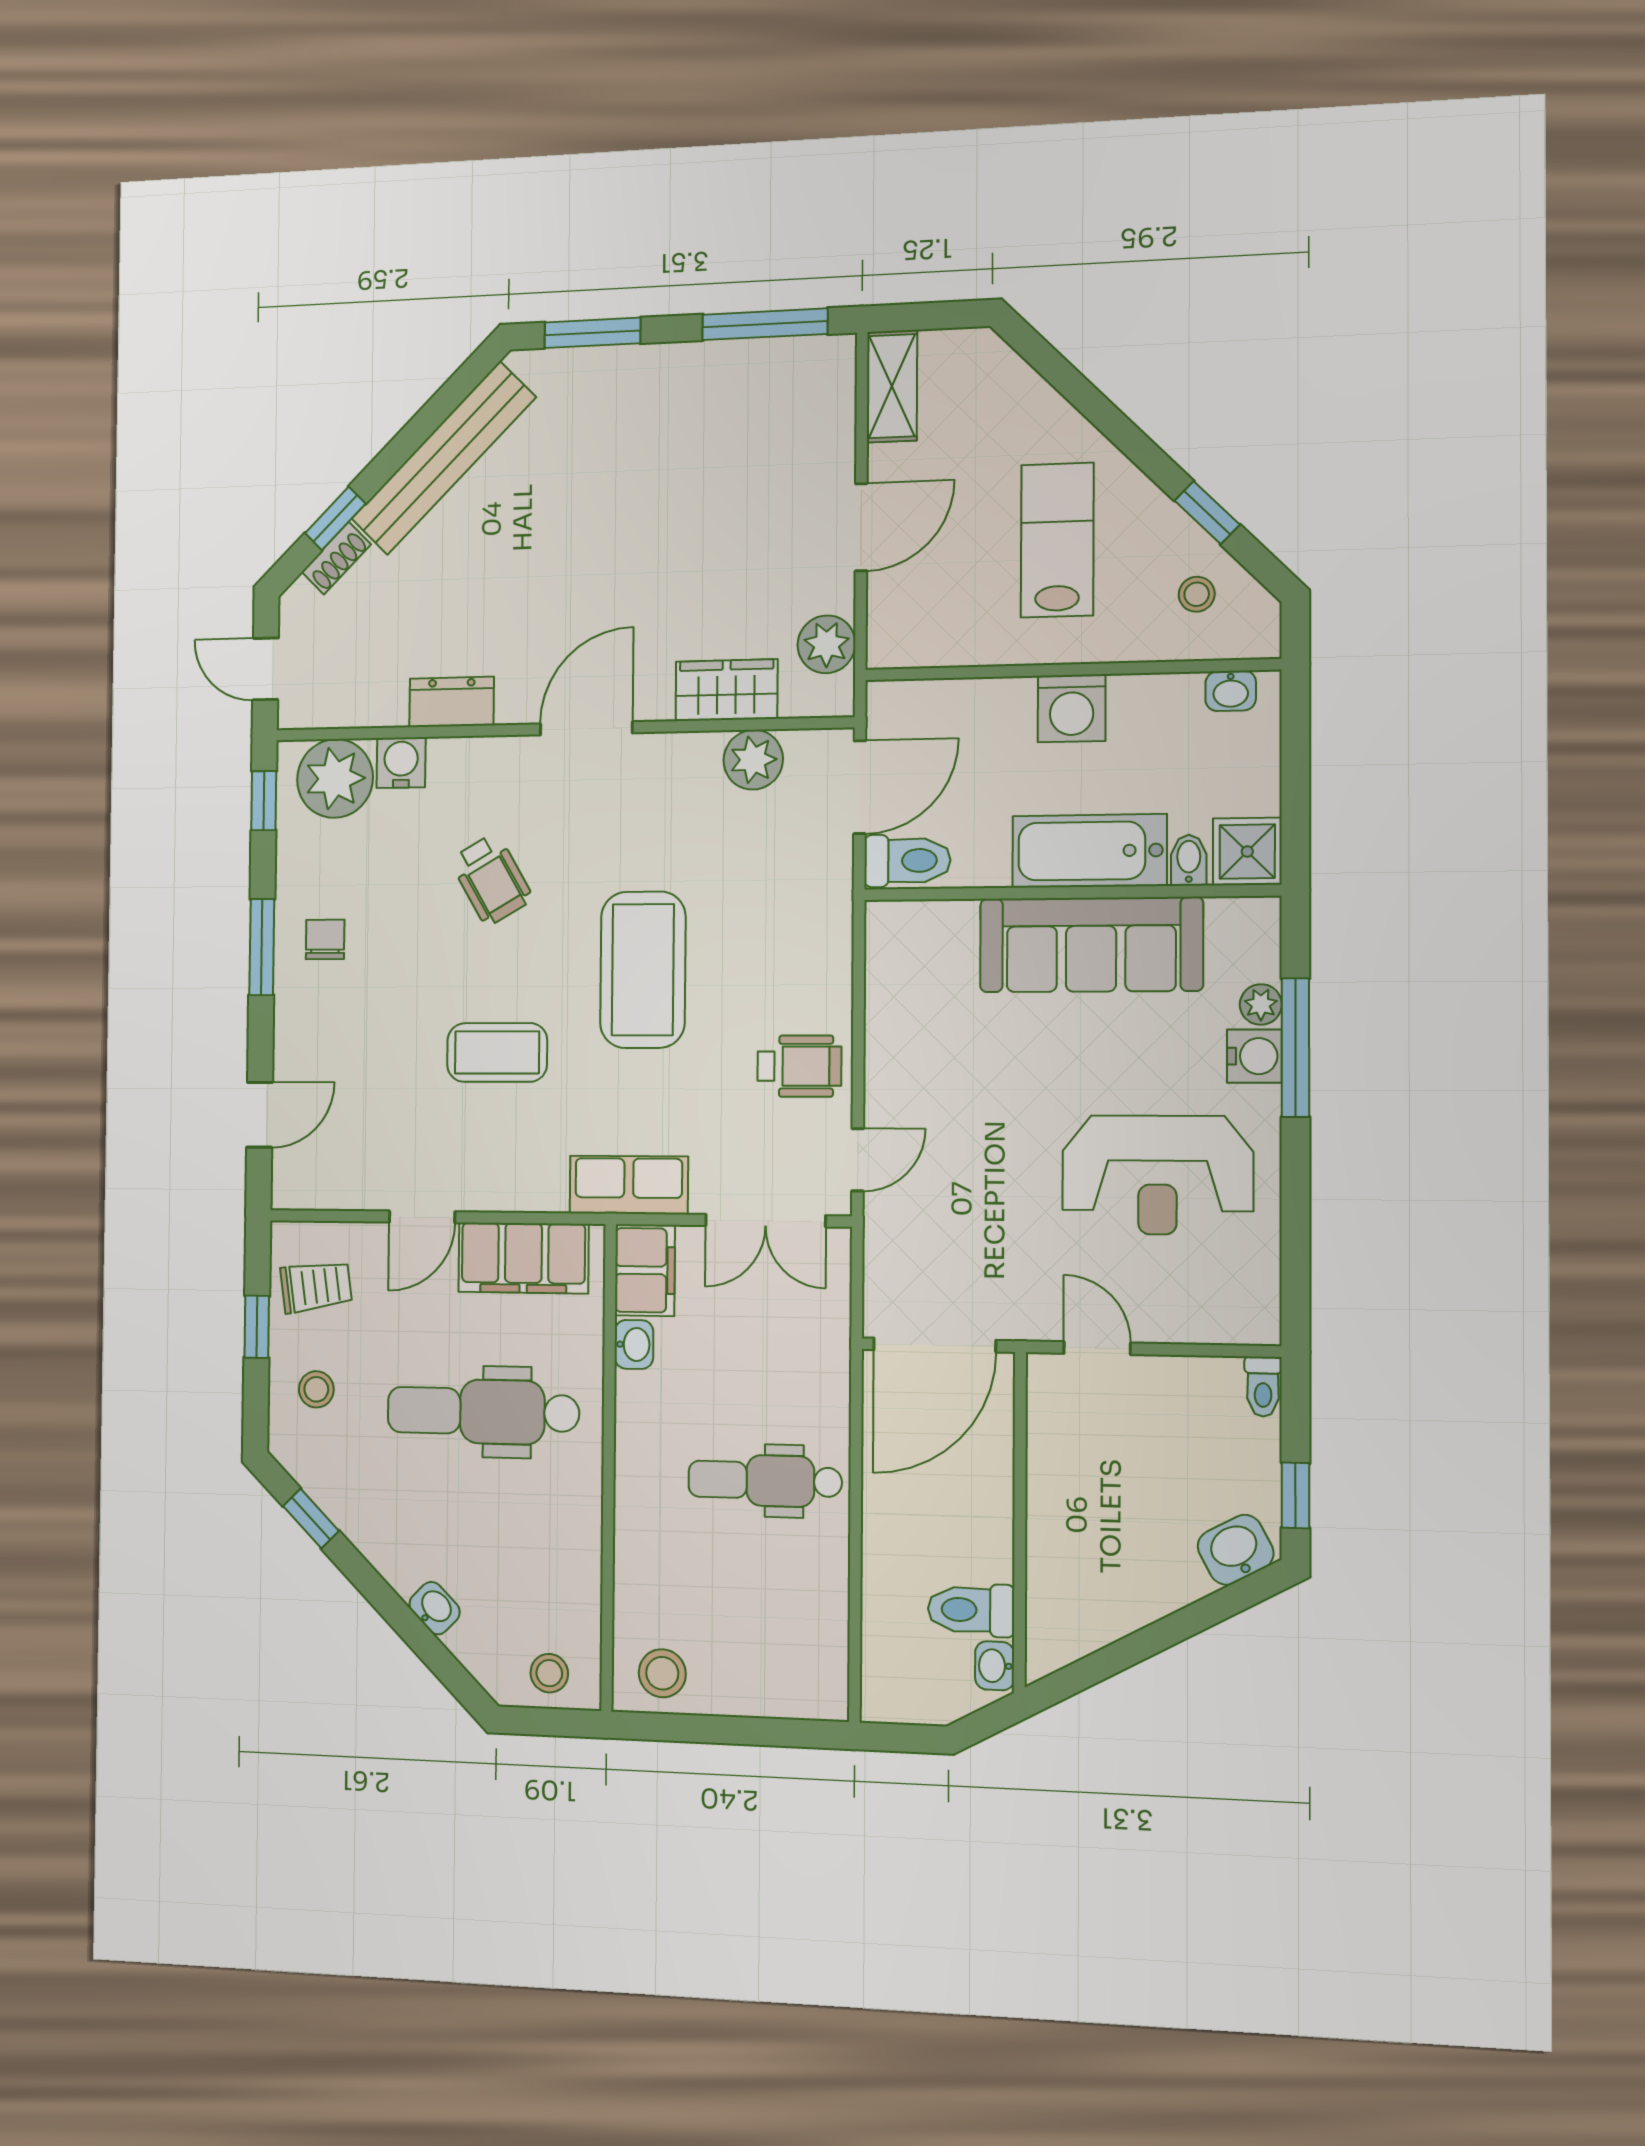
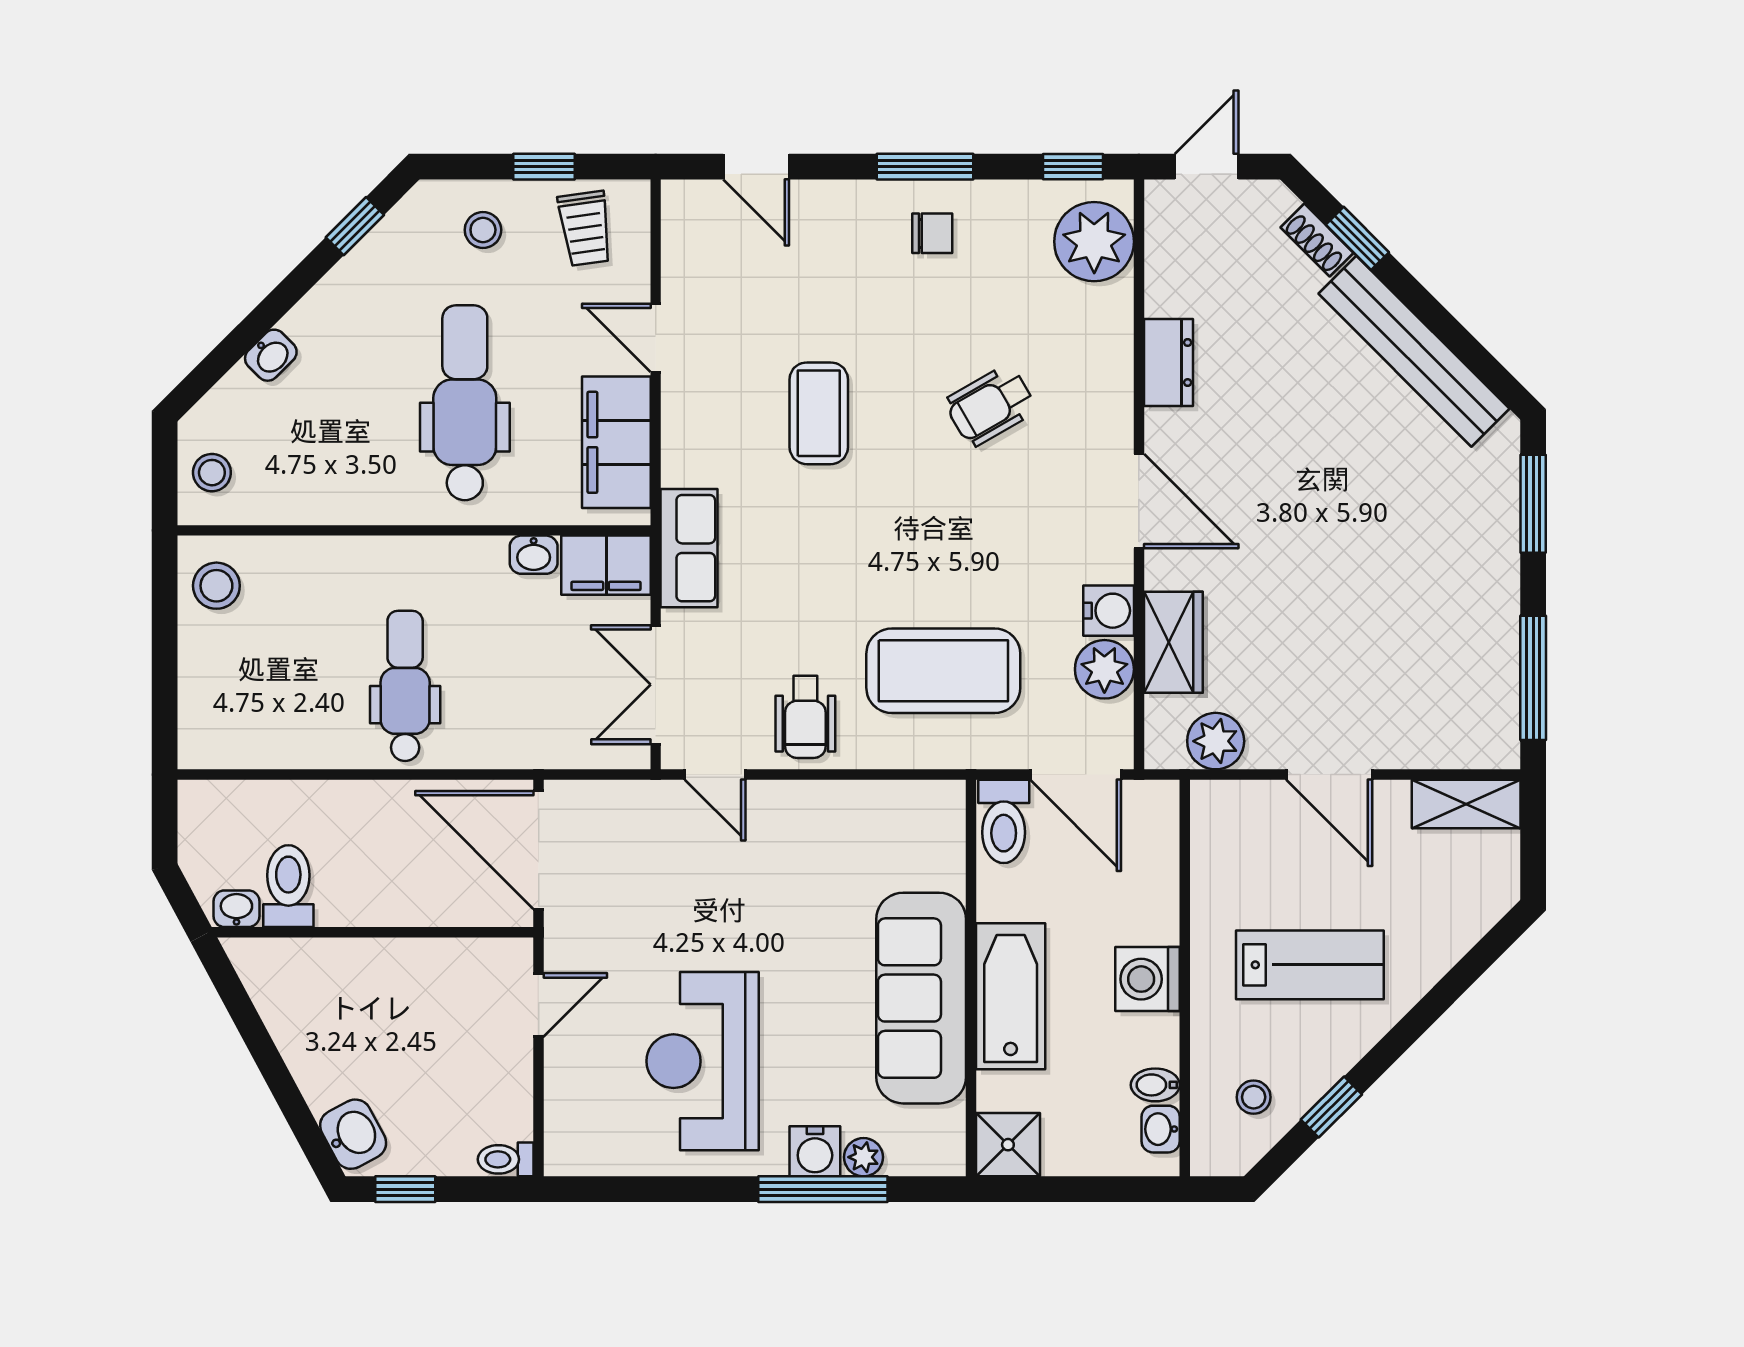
water cooler: (401, 763) -> (1109, 611), moved
bidet: (1189, 860) -> (1155, 1085), moved, turned 180
coffee table: (643, 970) -> (943, 671), moved

